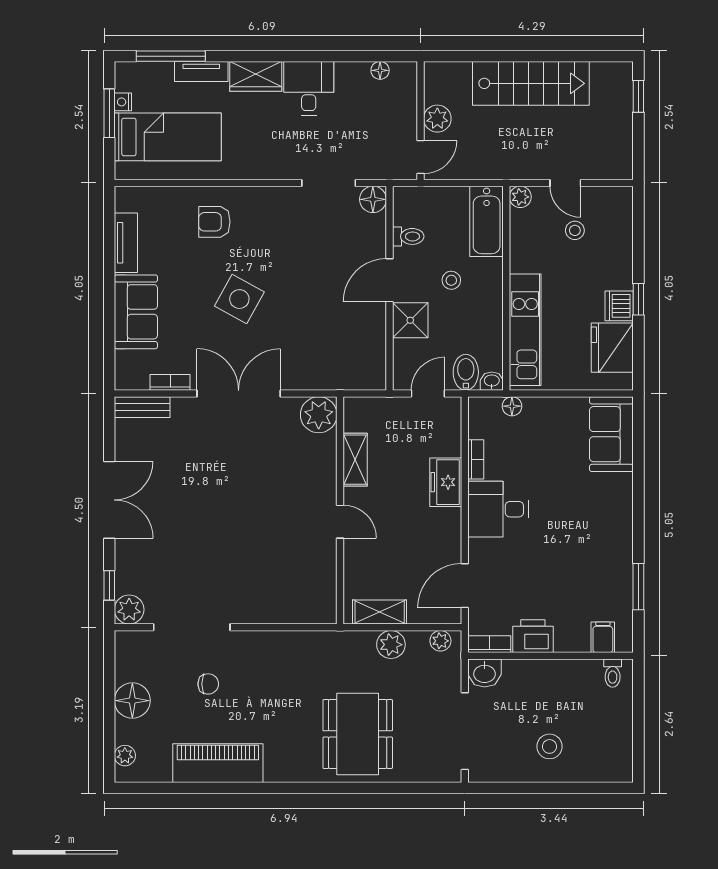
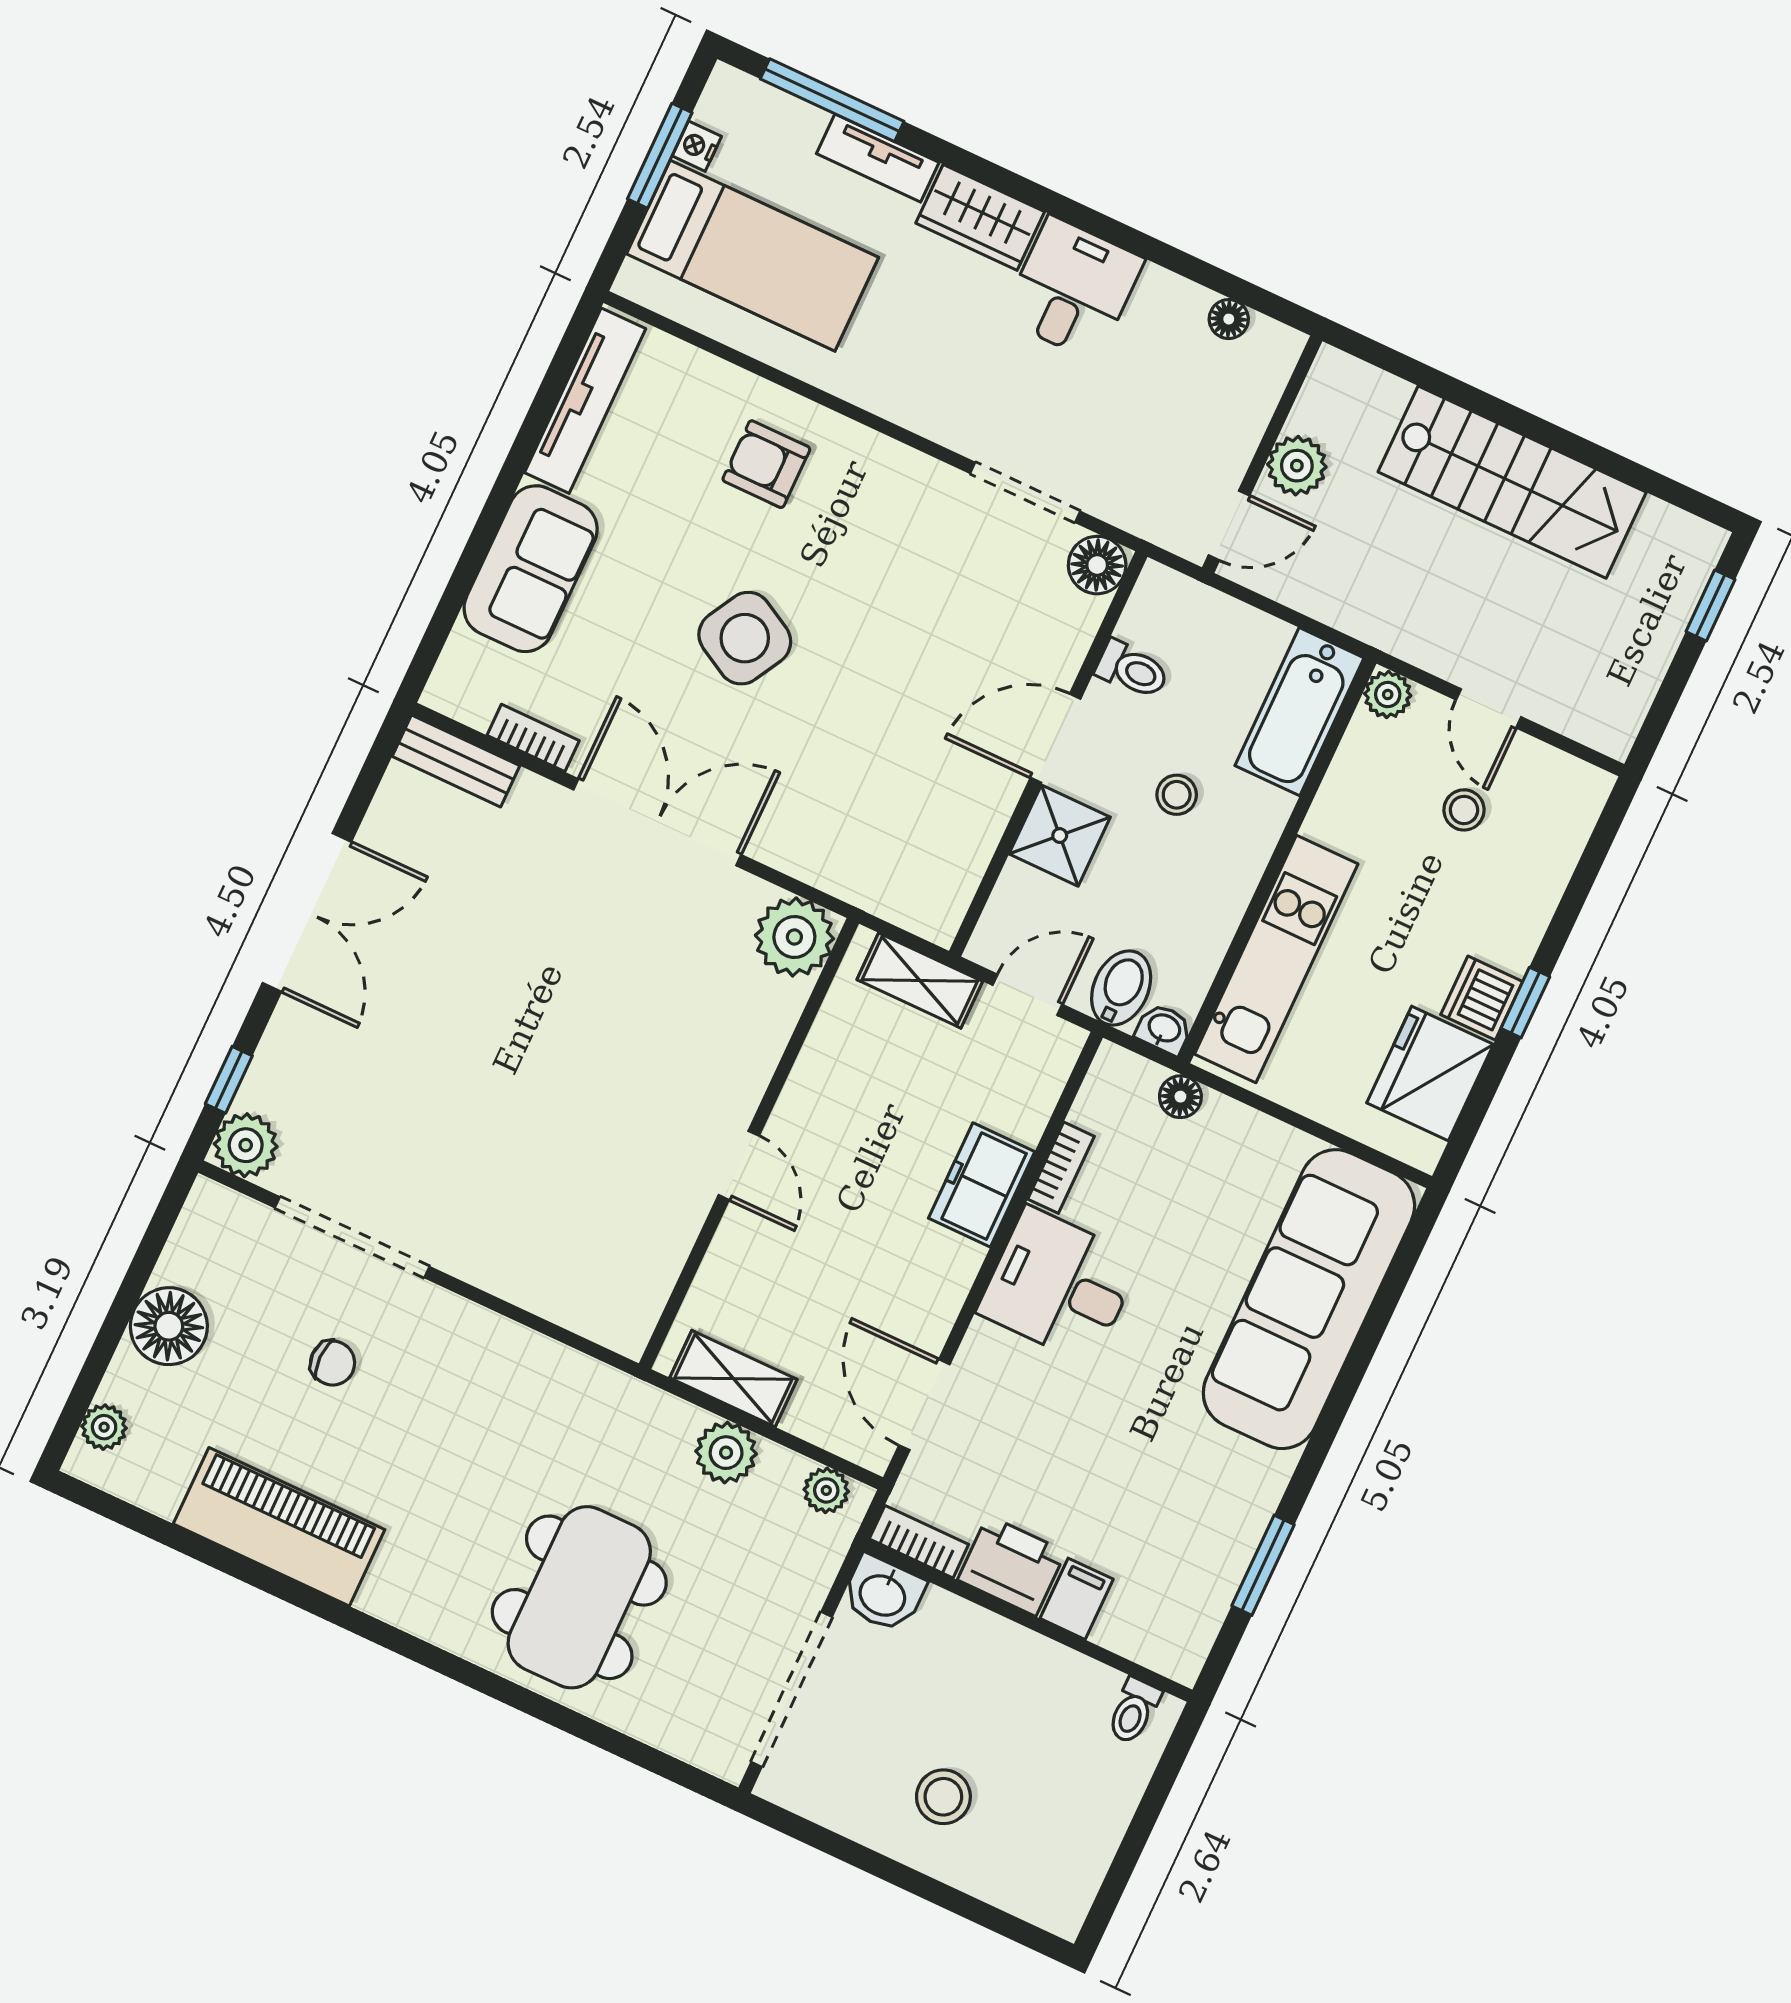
tv unit: (126, 243) -> (585, 401), width x1.41
sofa: (611, 434) -> (1309, 1299), width x1.85, depth x1.27
shelving: (355, 460) -> (920, 981), moved, turned 90
door: (465, 586) -> (924, 1405), hinge flipped
filing cabinet: (603, 637) -> (1077, 1599), moved

